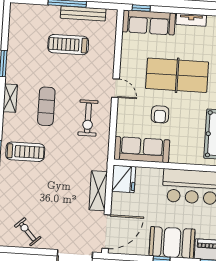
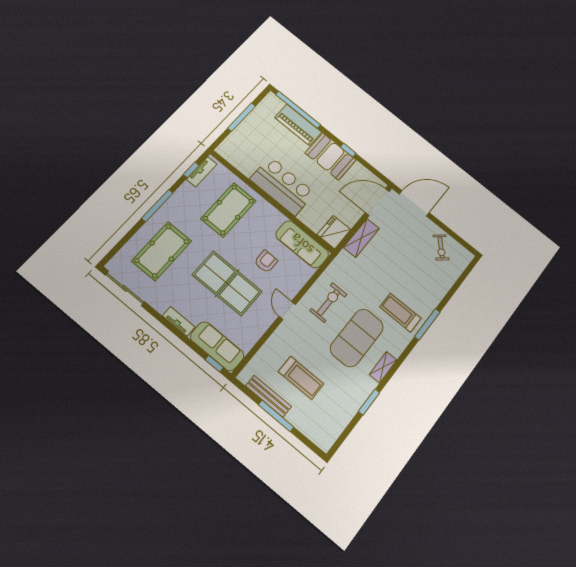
exercise mat: (46, 106) -> (357, 338), width x2.00, depth x1.45

